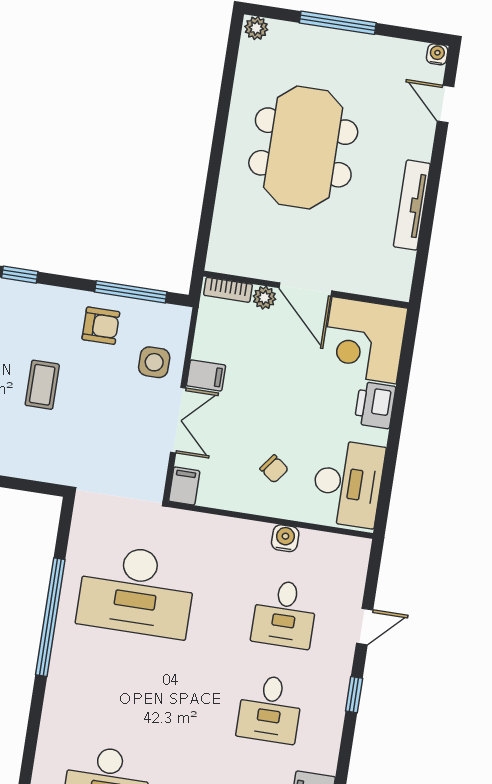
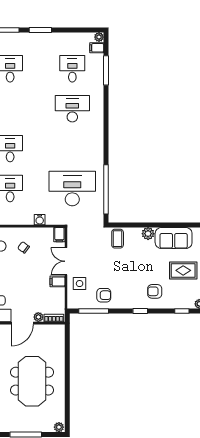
door: (305, 289) -> (22, 323), swing flipped
armchair: (101, 326) -> (104, 295), turned 180
coffee table: (42, 385) -> (118, 239), moved
water cooler: (285, 538) -> (40, 220), moved
window: (50, 617) -> (106, 189), moved

